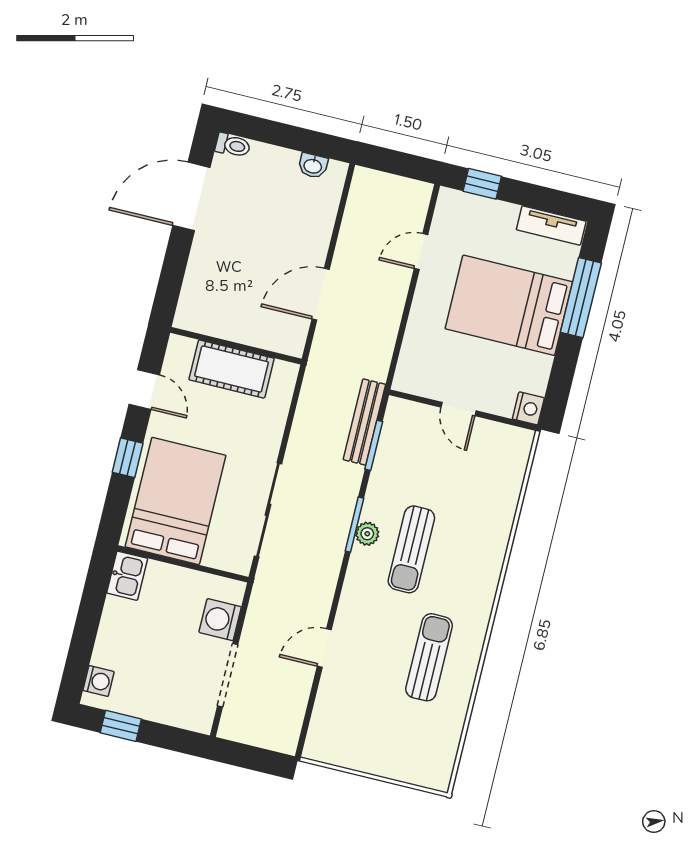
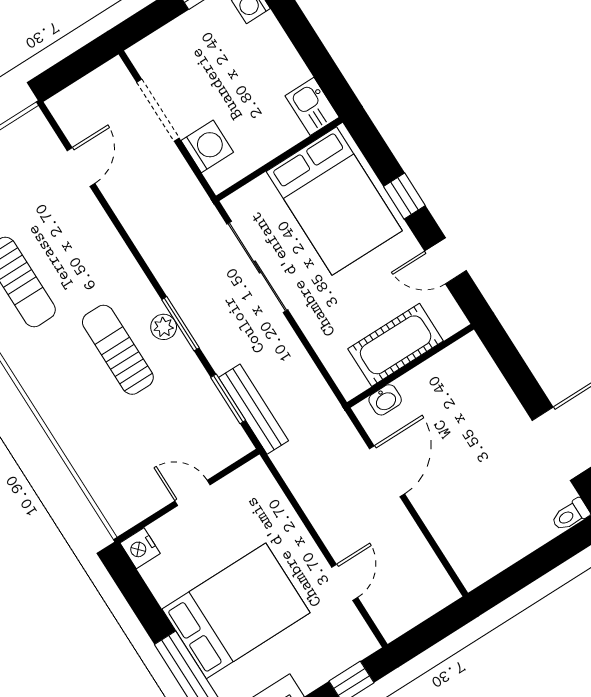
washbasin: (313, 166) -> (385, 400), moved, turned 180
door: (324, 648) -> (81, 167), moved

